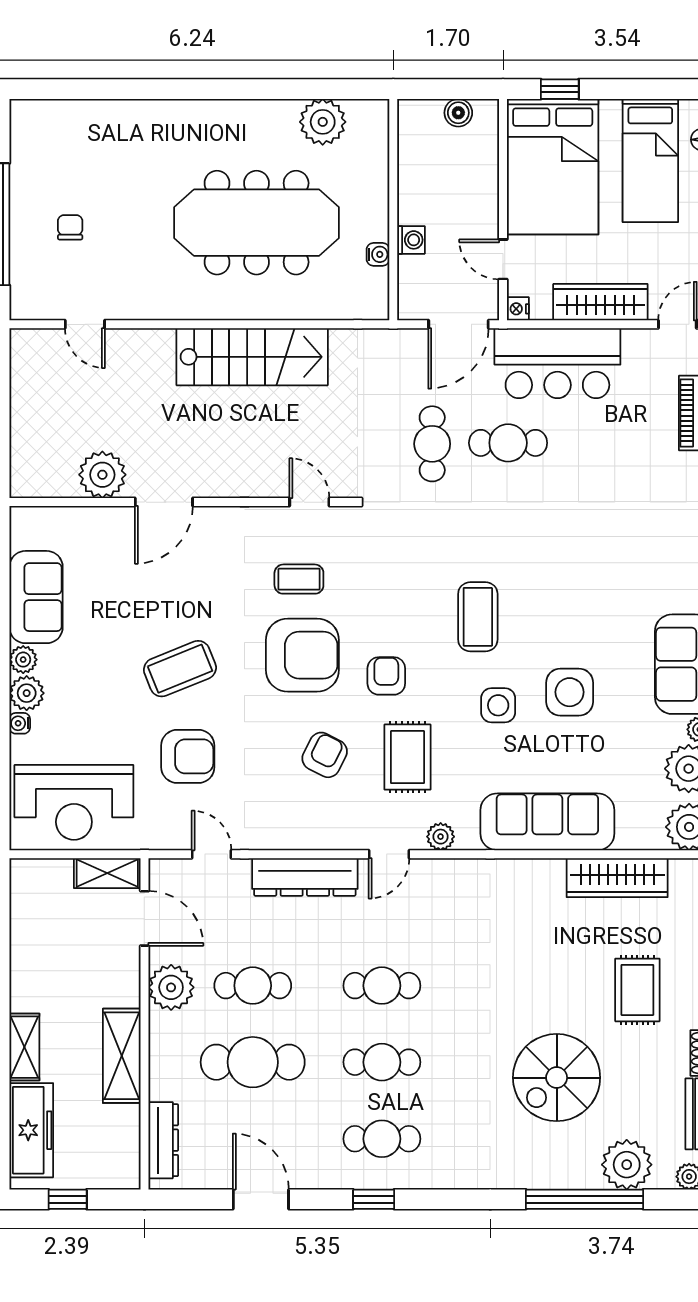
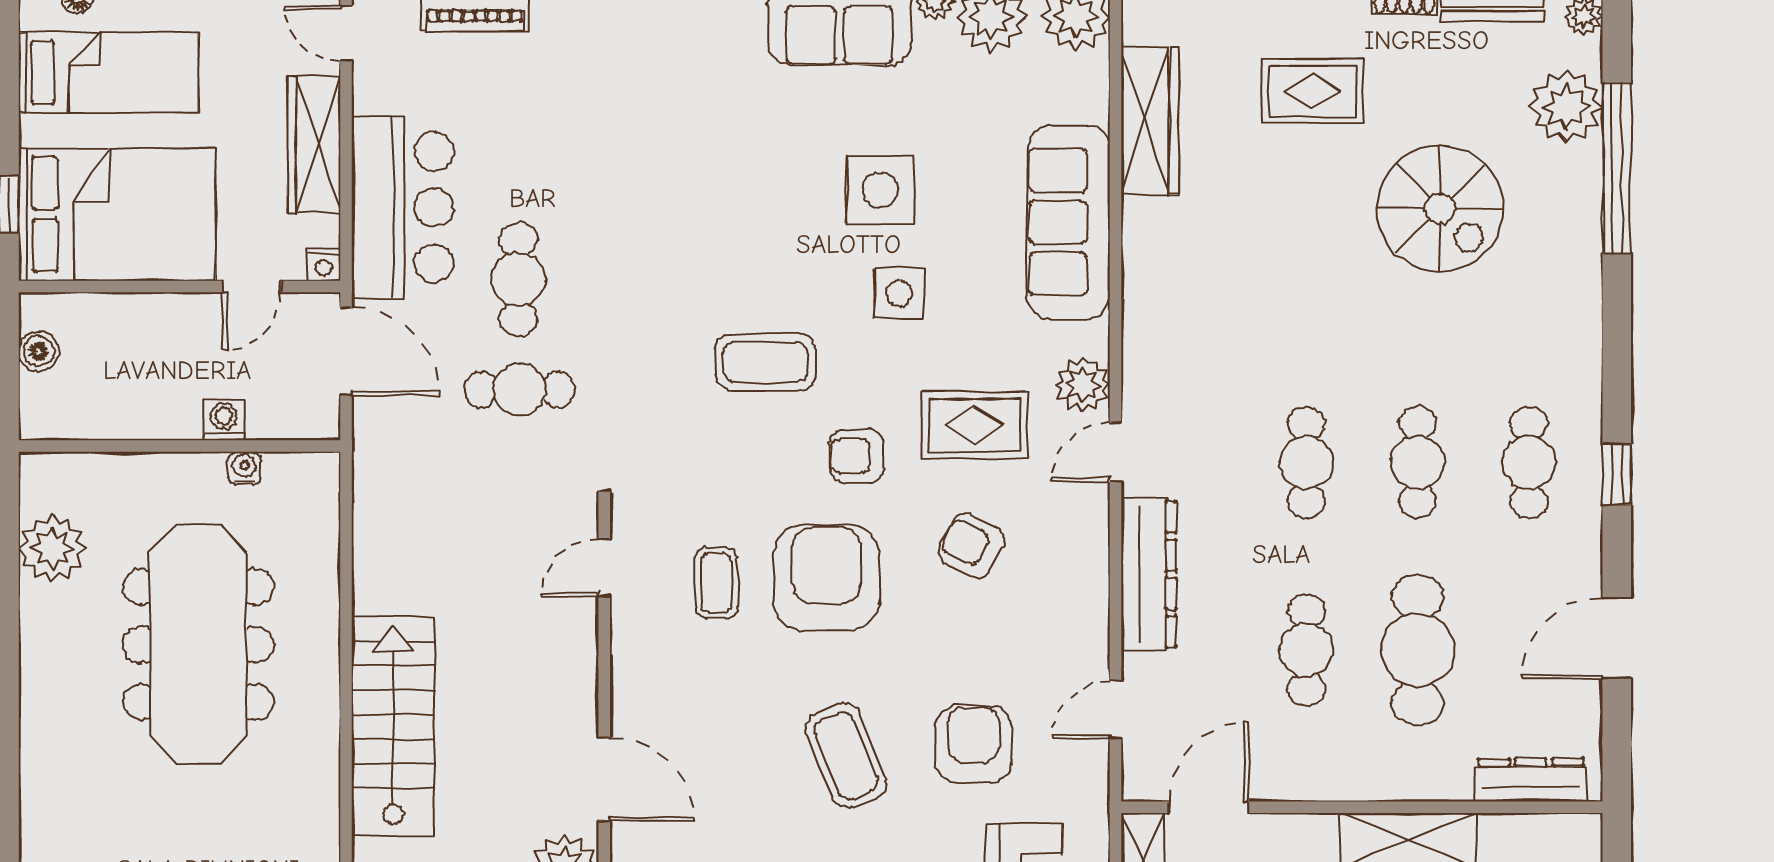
stairs: (252, 357) -> (393, 726), moved
coffee table: (478, 617) -> (765, 362), moved
plant: (441, 837) -> (1083, 385), width x1.38, depth x1.38
door: (389, 854) -> (1116, 452), swing flipped
plant: (171, 987) -> (1309, 769), removed

